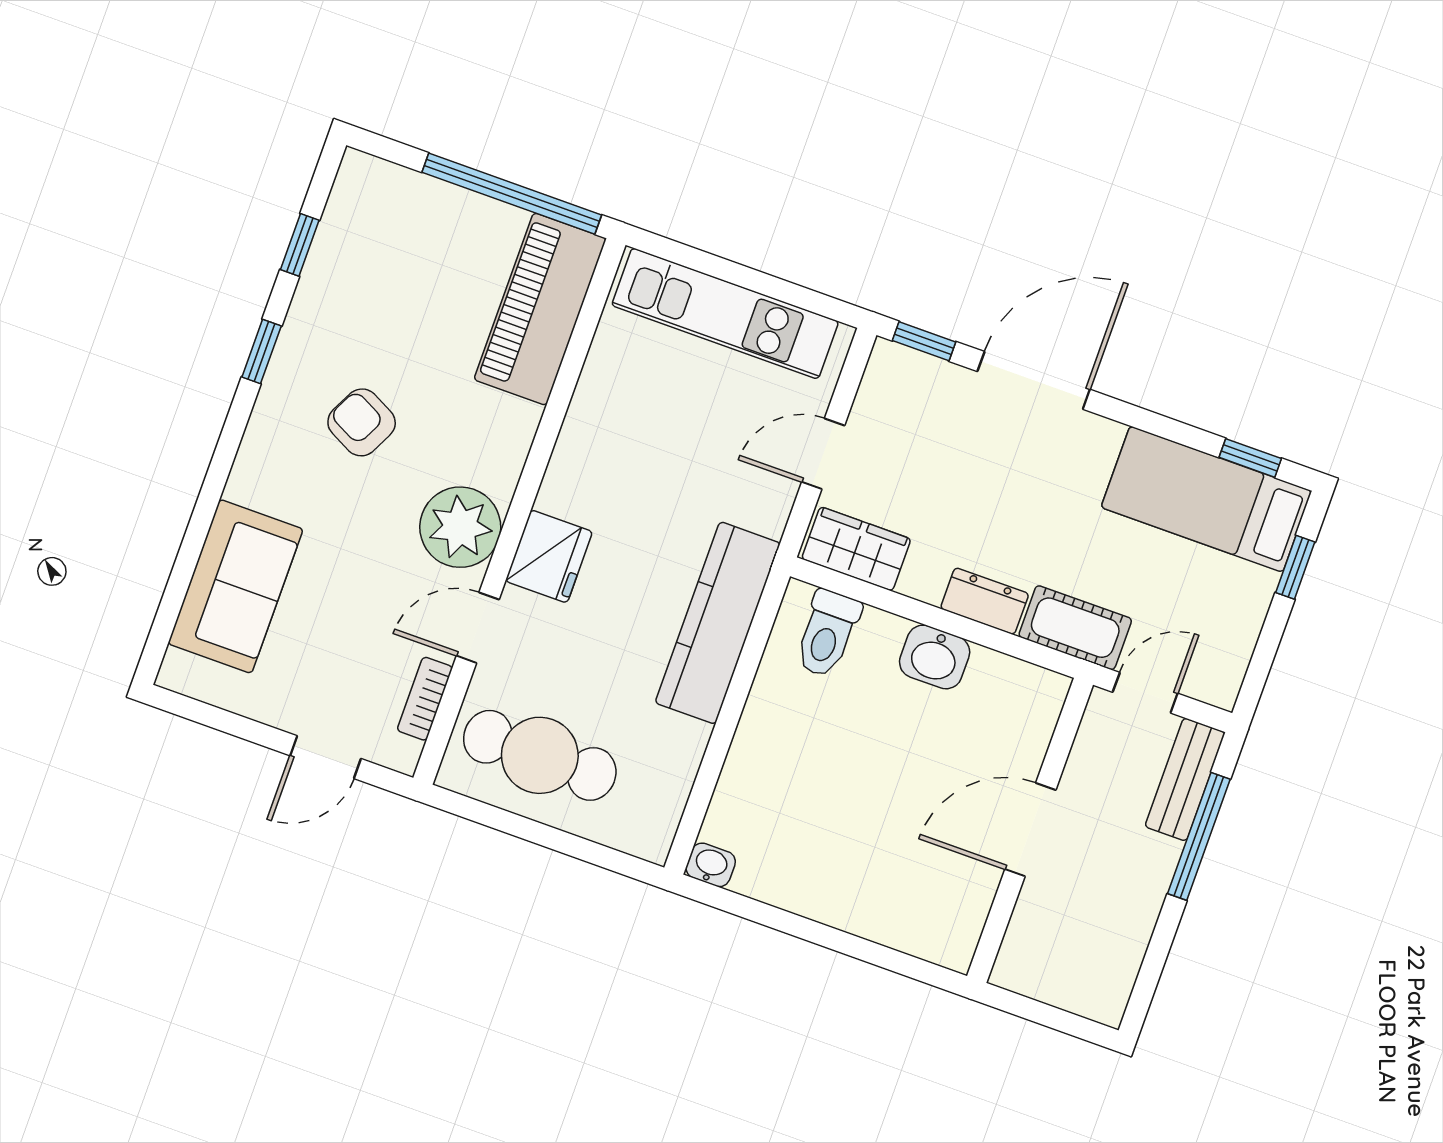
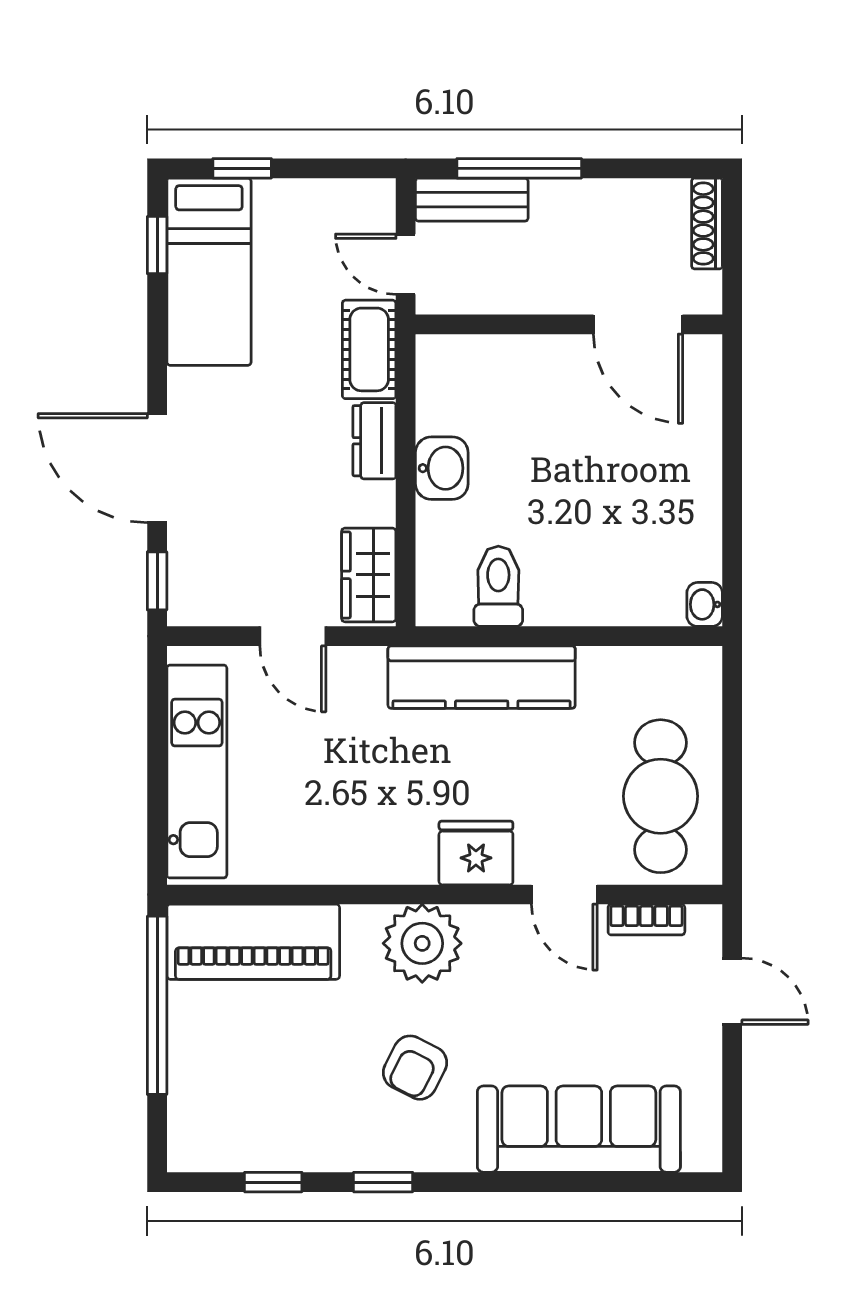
plant: (460, 527) -> (422, 943), moved
sofa: (235, 586) -> (579, 1129), width x1.36
toilet: (827, 634) -> (498, 586), moved, turned -90
door: (1030, 830) -> (638, 324), moved
shoe rack: (1080, 1000) -> (707, 224), added

